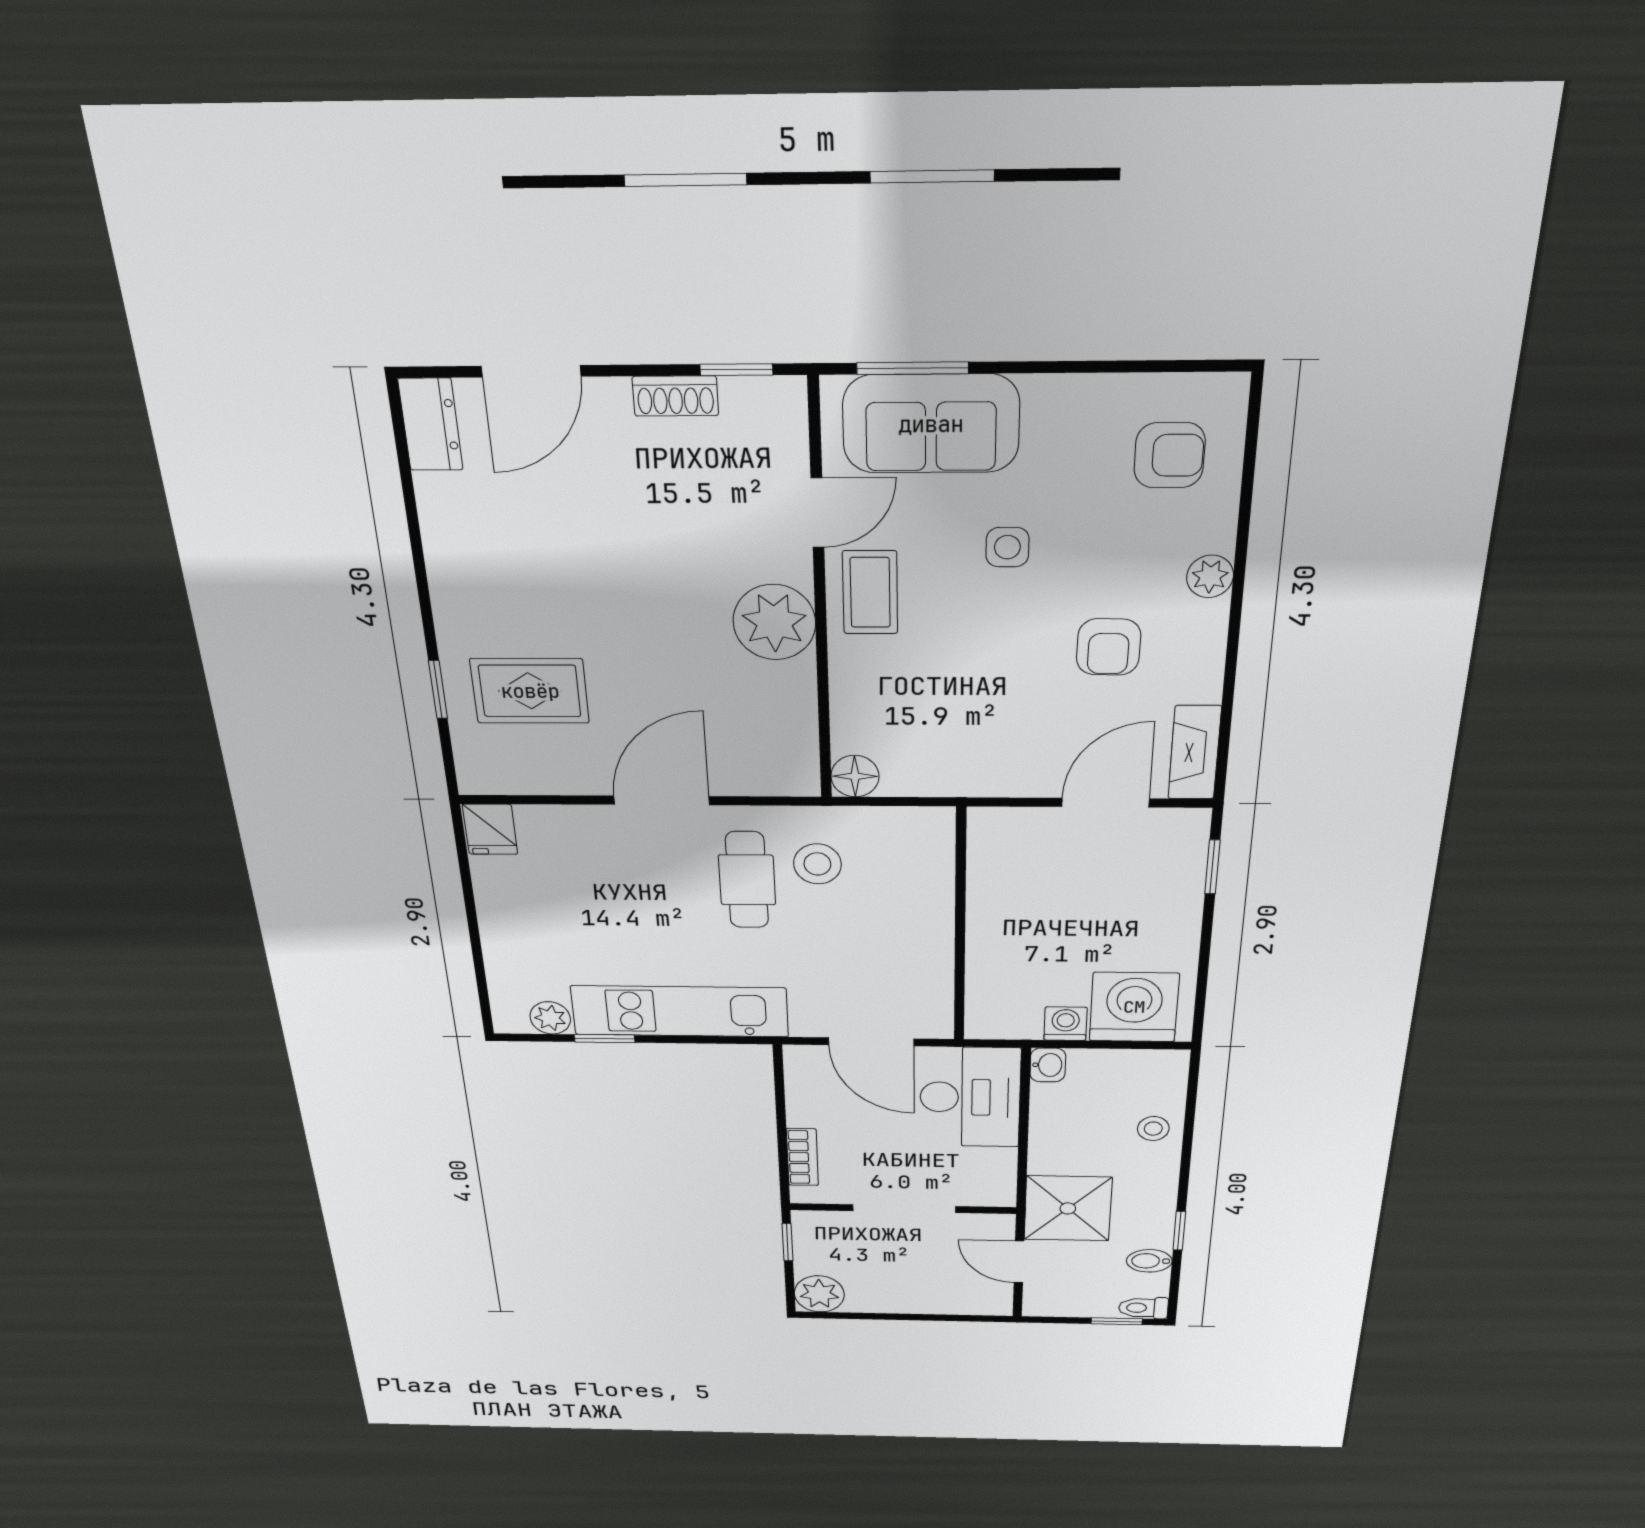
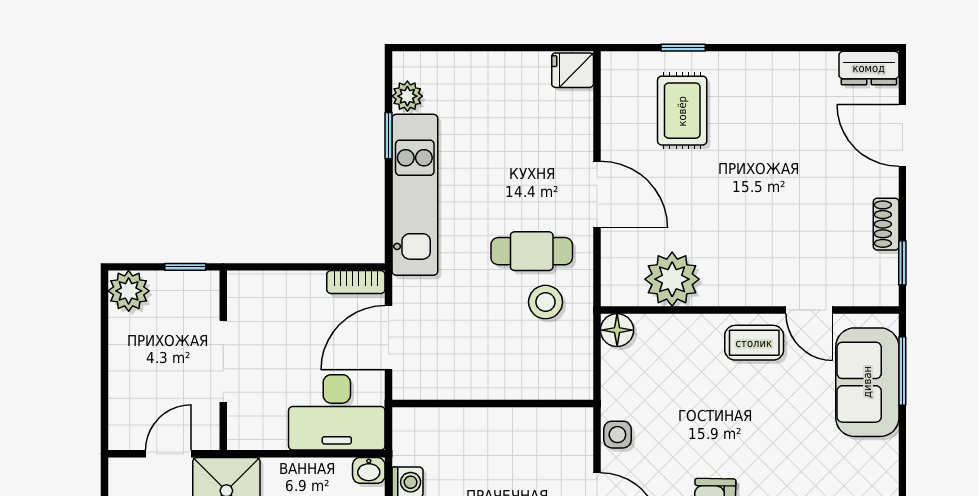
side table: (1007, 547) -> (617, 435), moved
plant: (774, 622) -> (672, 279), moved
bookcase: (802, 1157) -> (356, 282), moved

